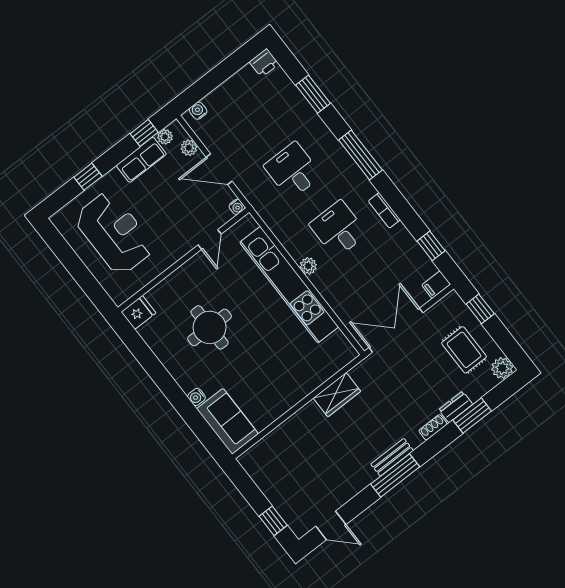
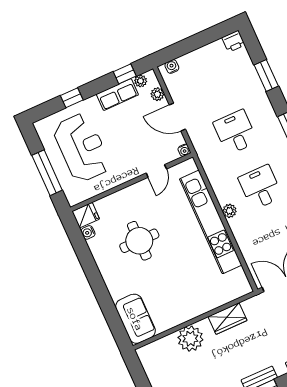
window: (80, 273) -> (47, 173), added
water cooler: (196, 397) -> (88, 232), moved
plant: (299, 429) -> (190, 339), added

